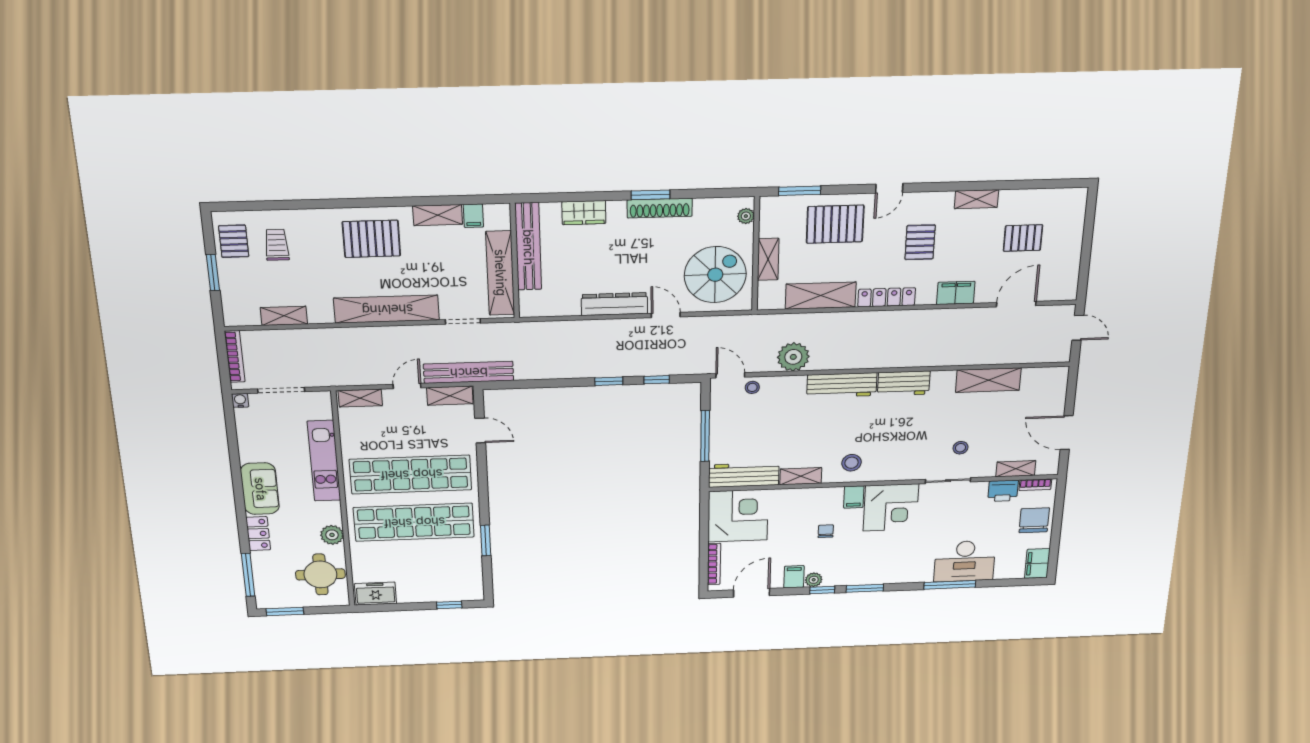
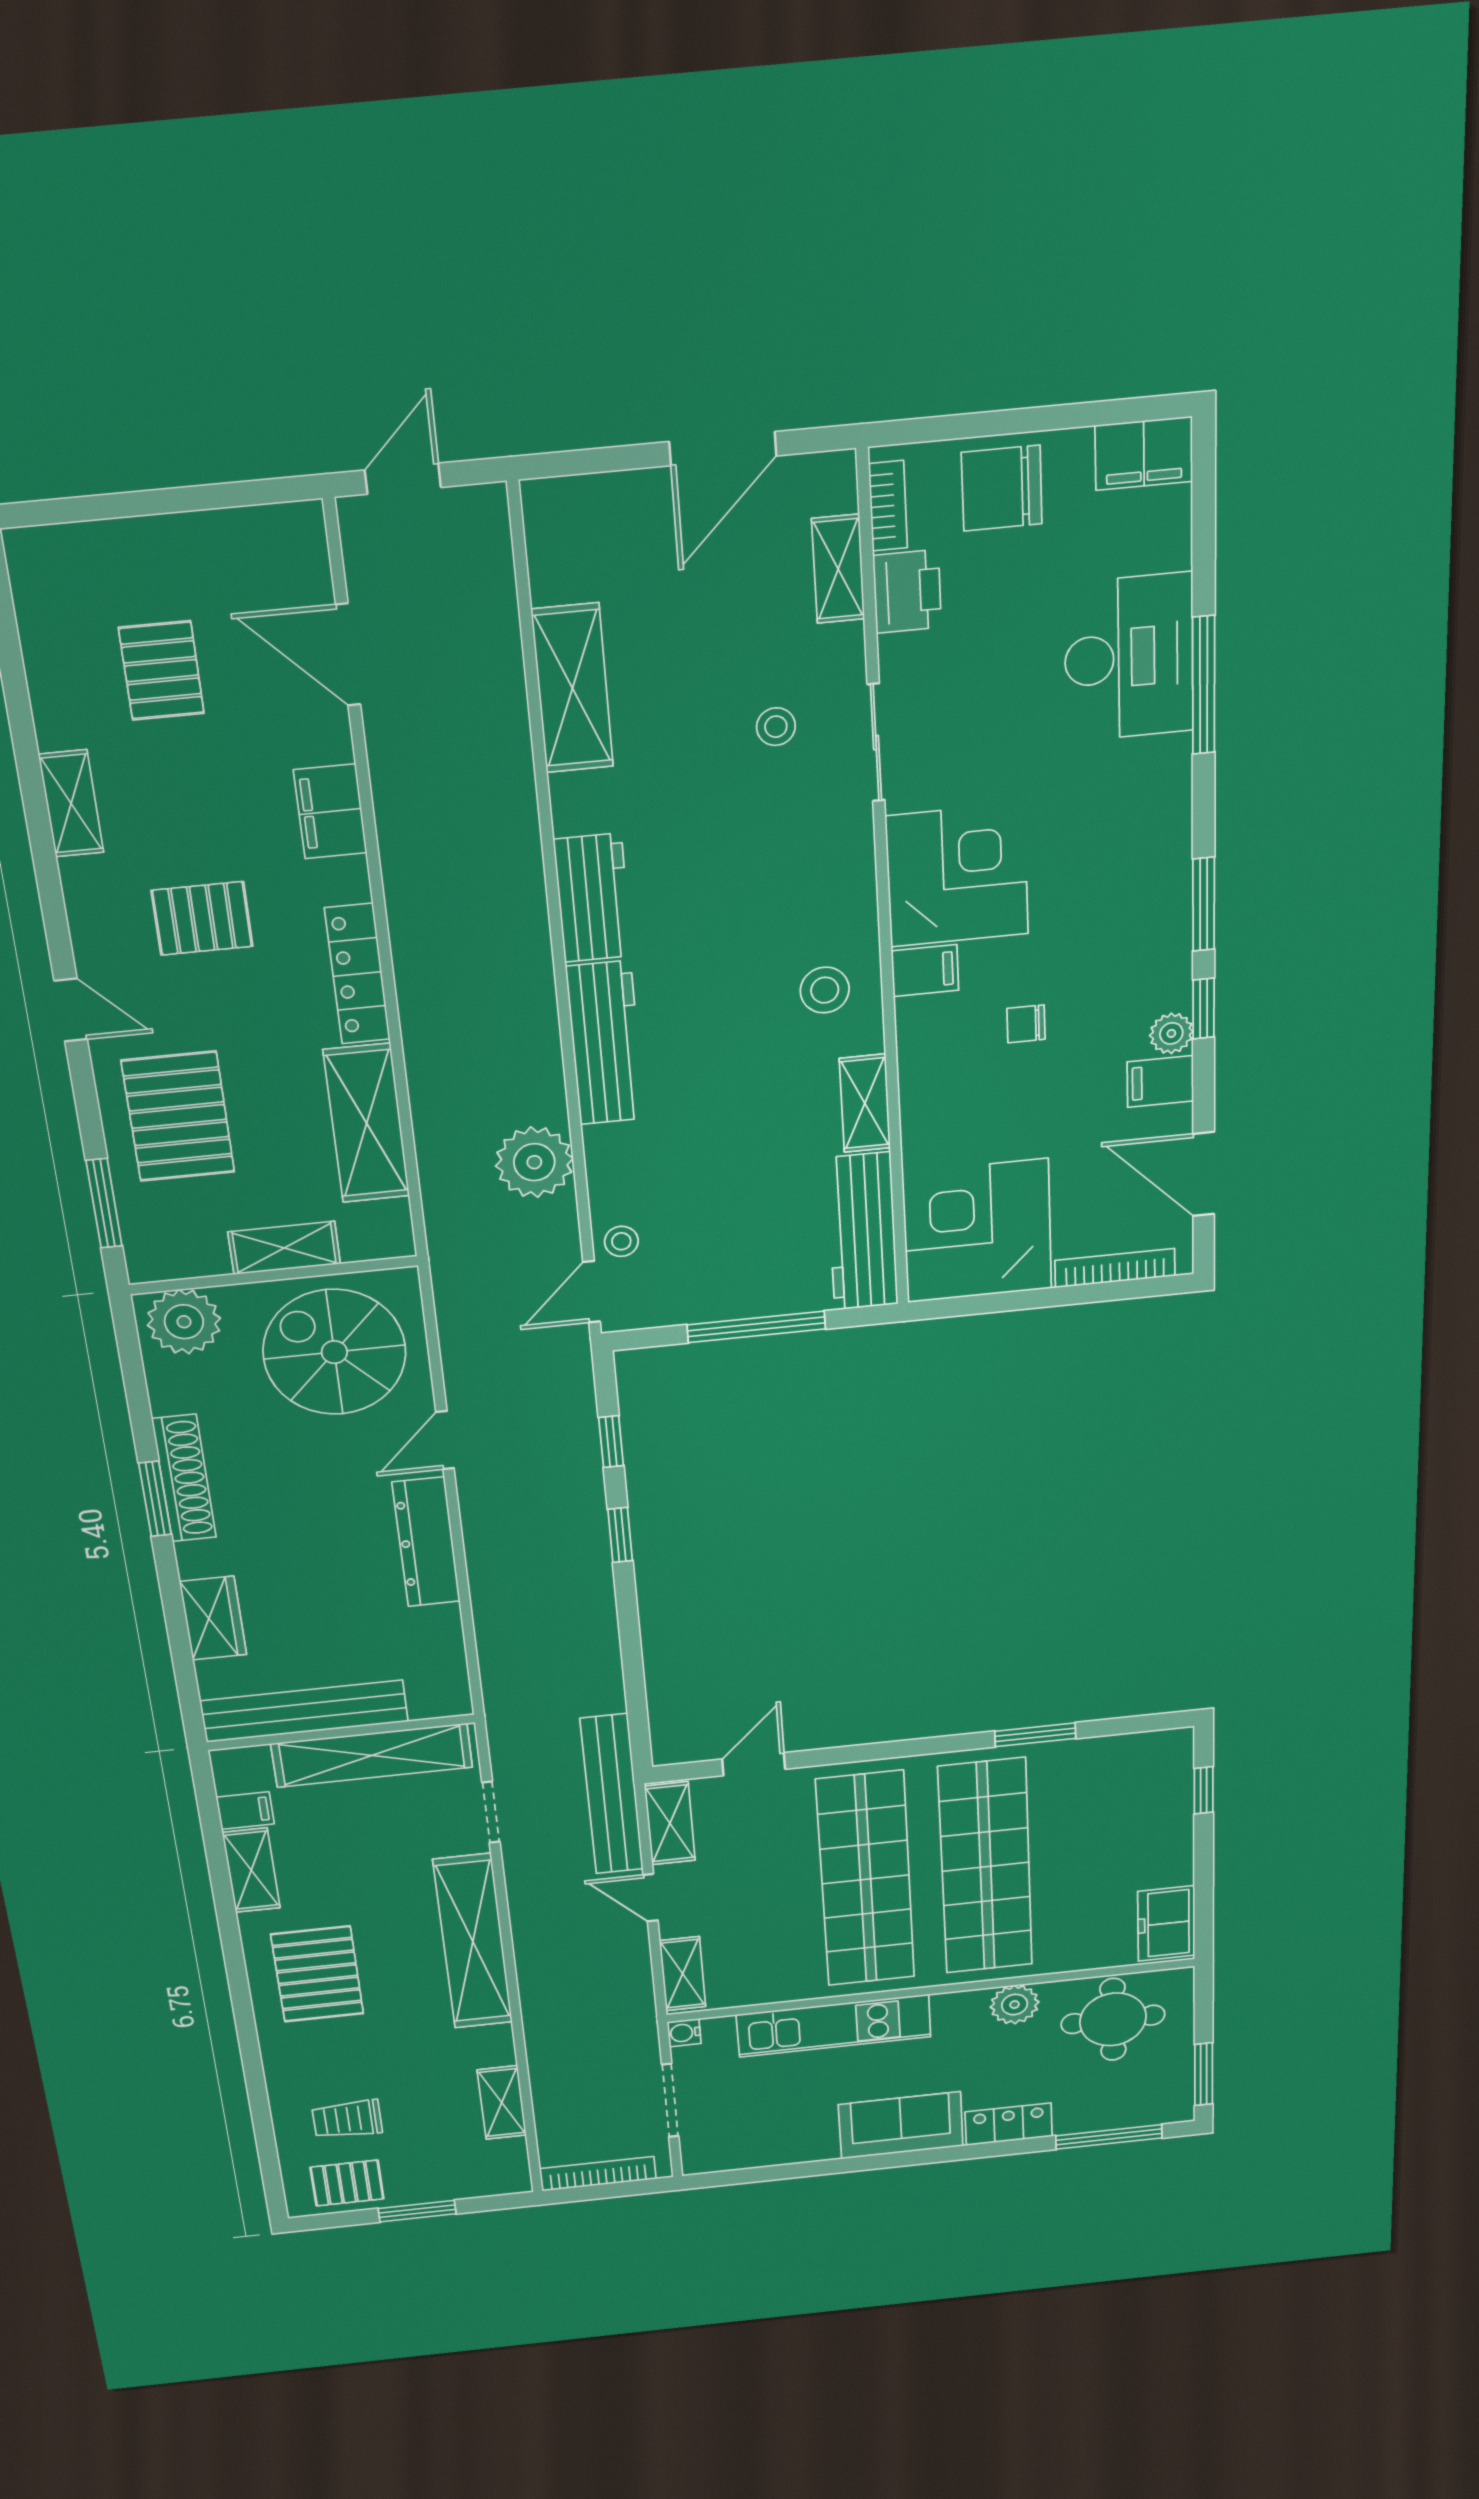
plant: (746, 216) -> (184, 1322), width x1.88, depth x1.88
water cooler: (240, 400) -> (684, 2033), moved

